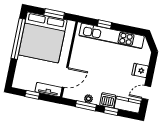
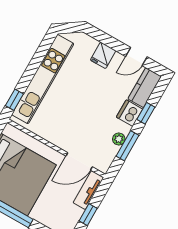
window: (105, 24) -> (14, 100), moved
door: (65, 77) -> (79, 161), swing flipped
door: (146, 93) -> (136, 57), hinge flipped

